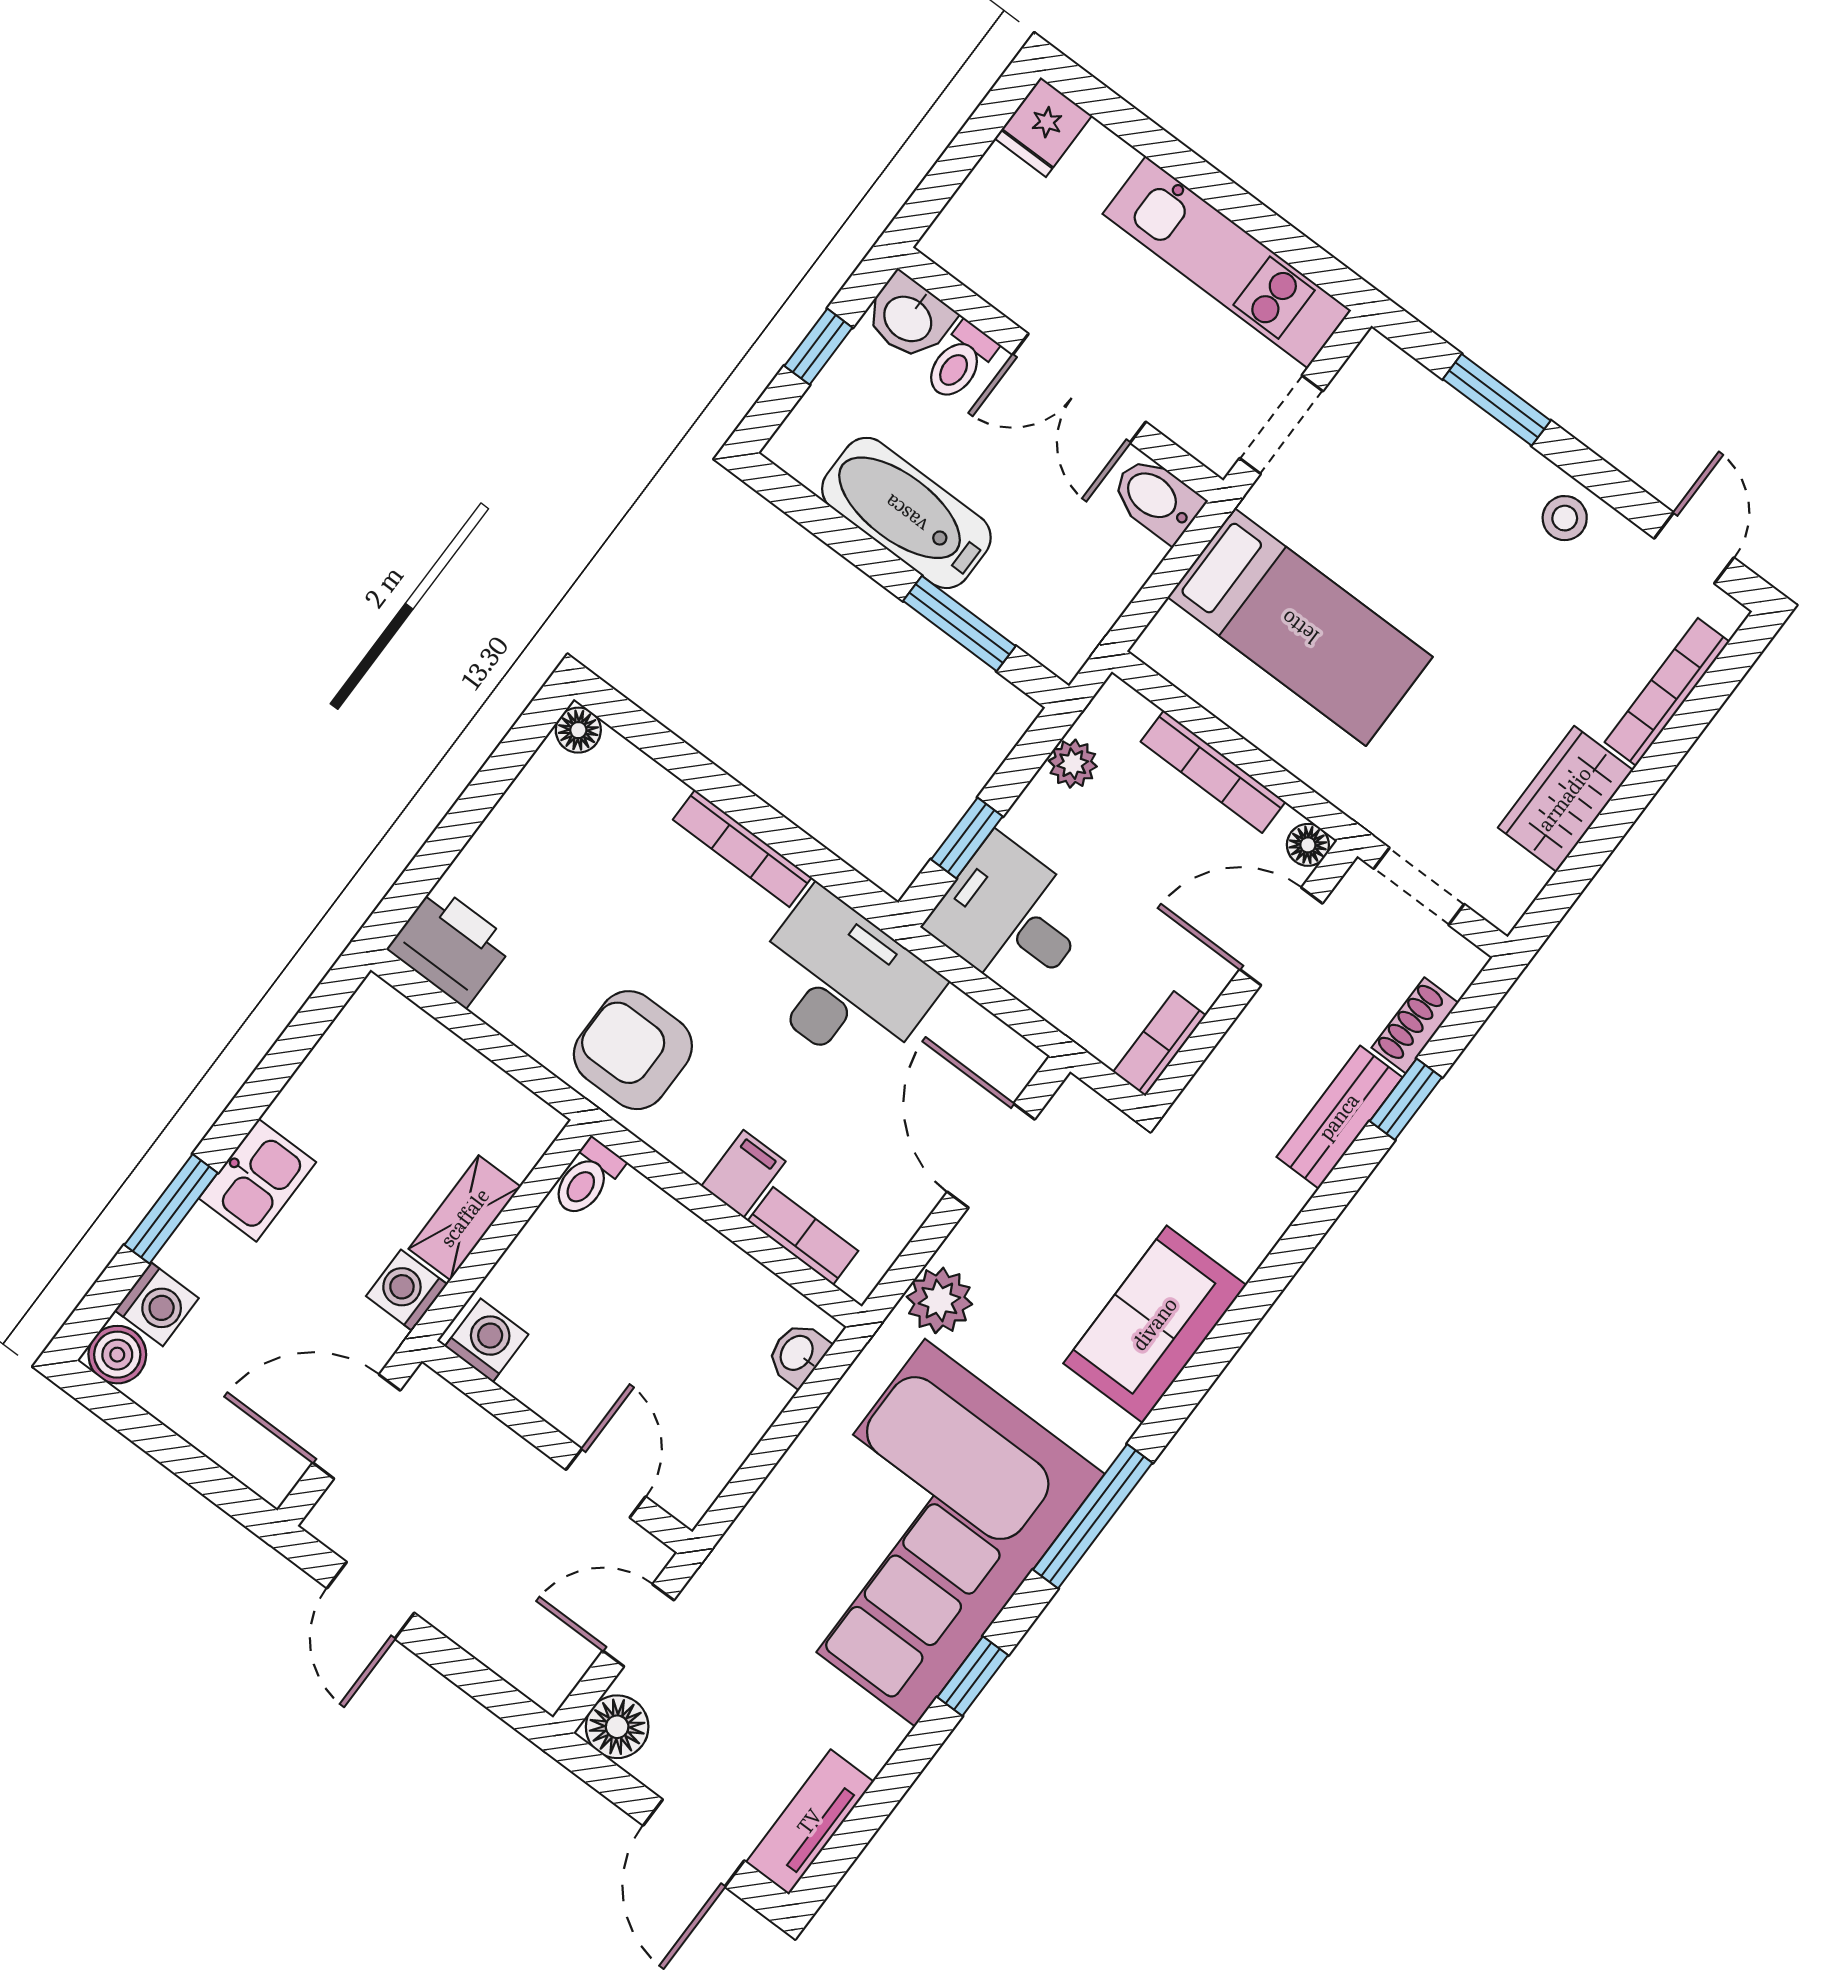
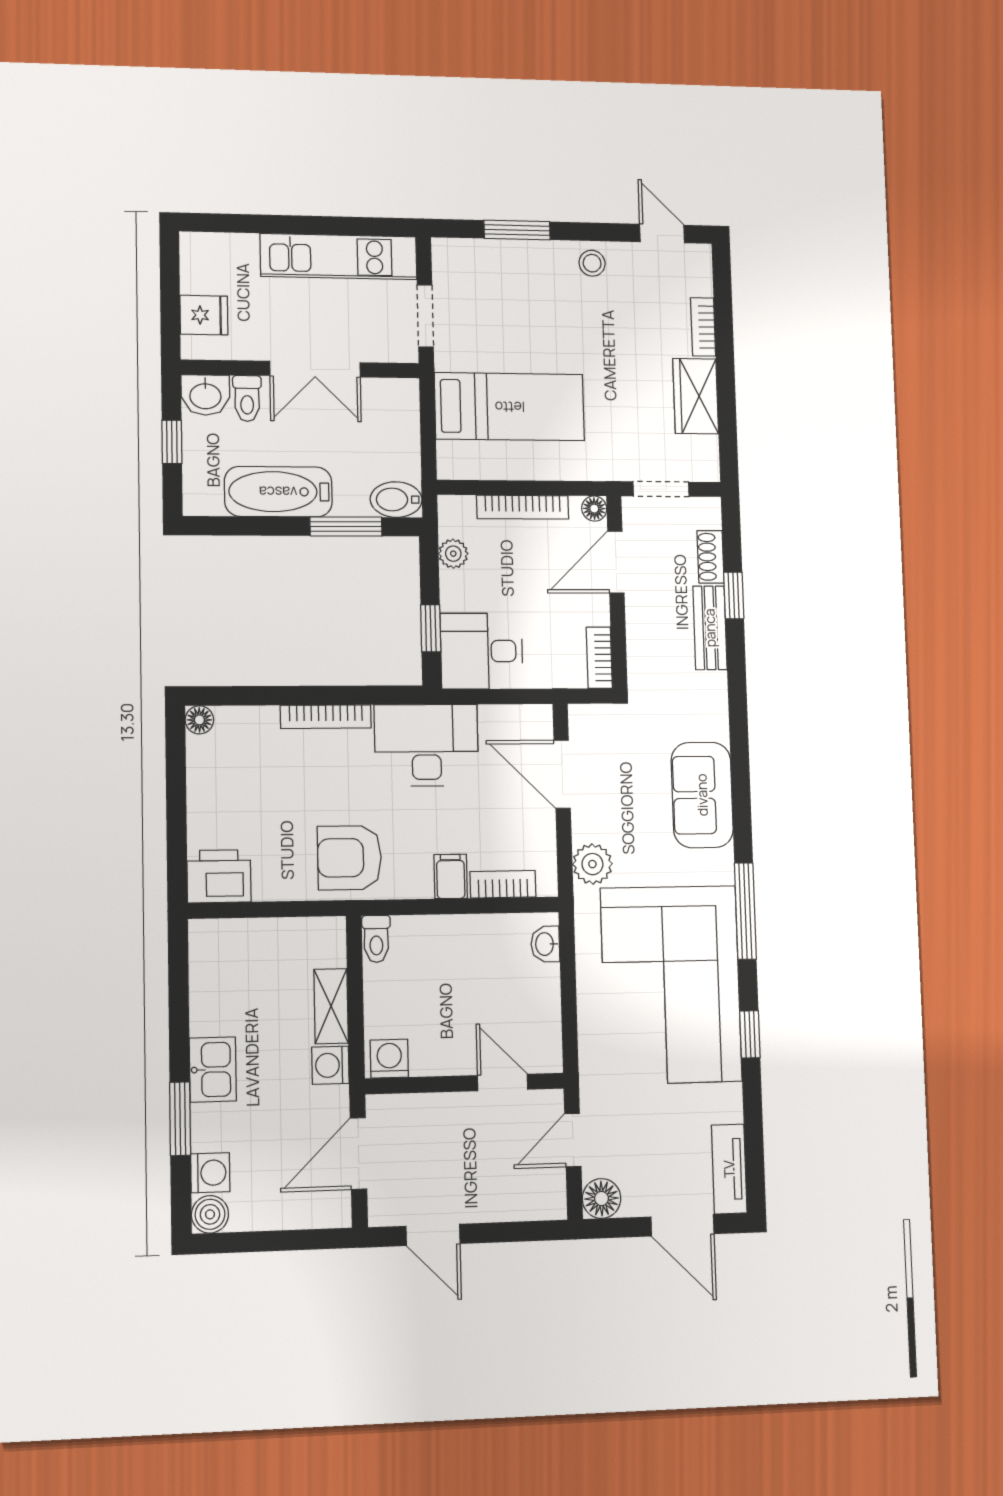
fridge: (1043, 127) -> (204, 315), moved, turned -90
bidet: (1157, 499) -> (396, 500), moved
bookcase: (1667, 692) -> (703, 327), width x0.64

